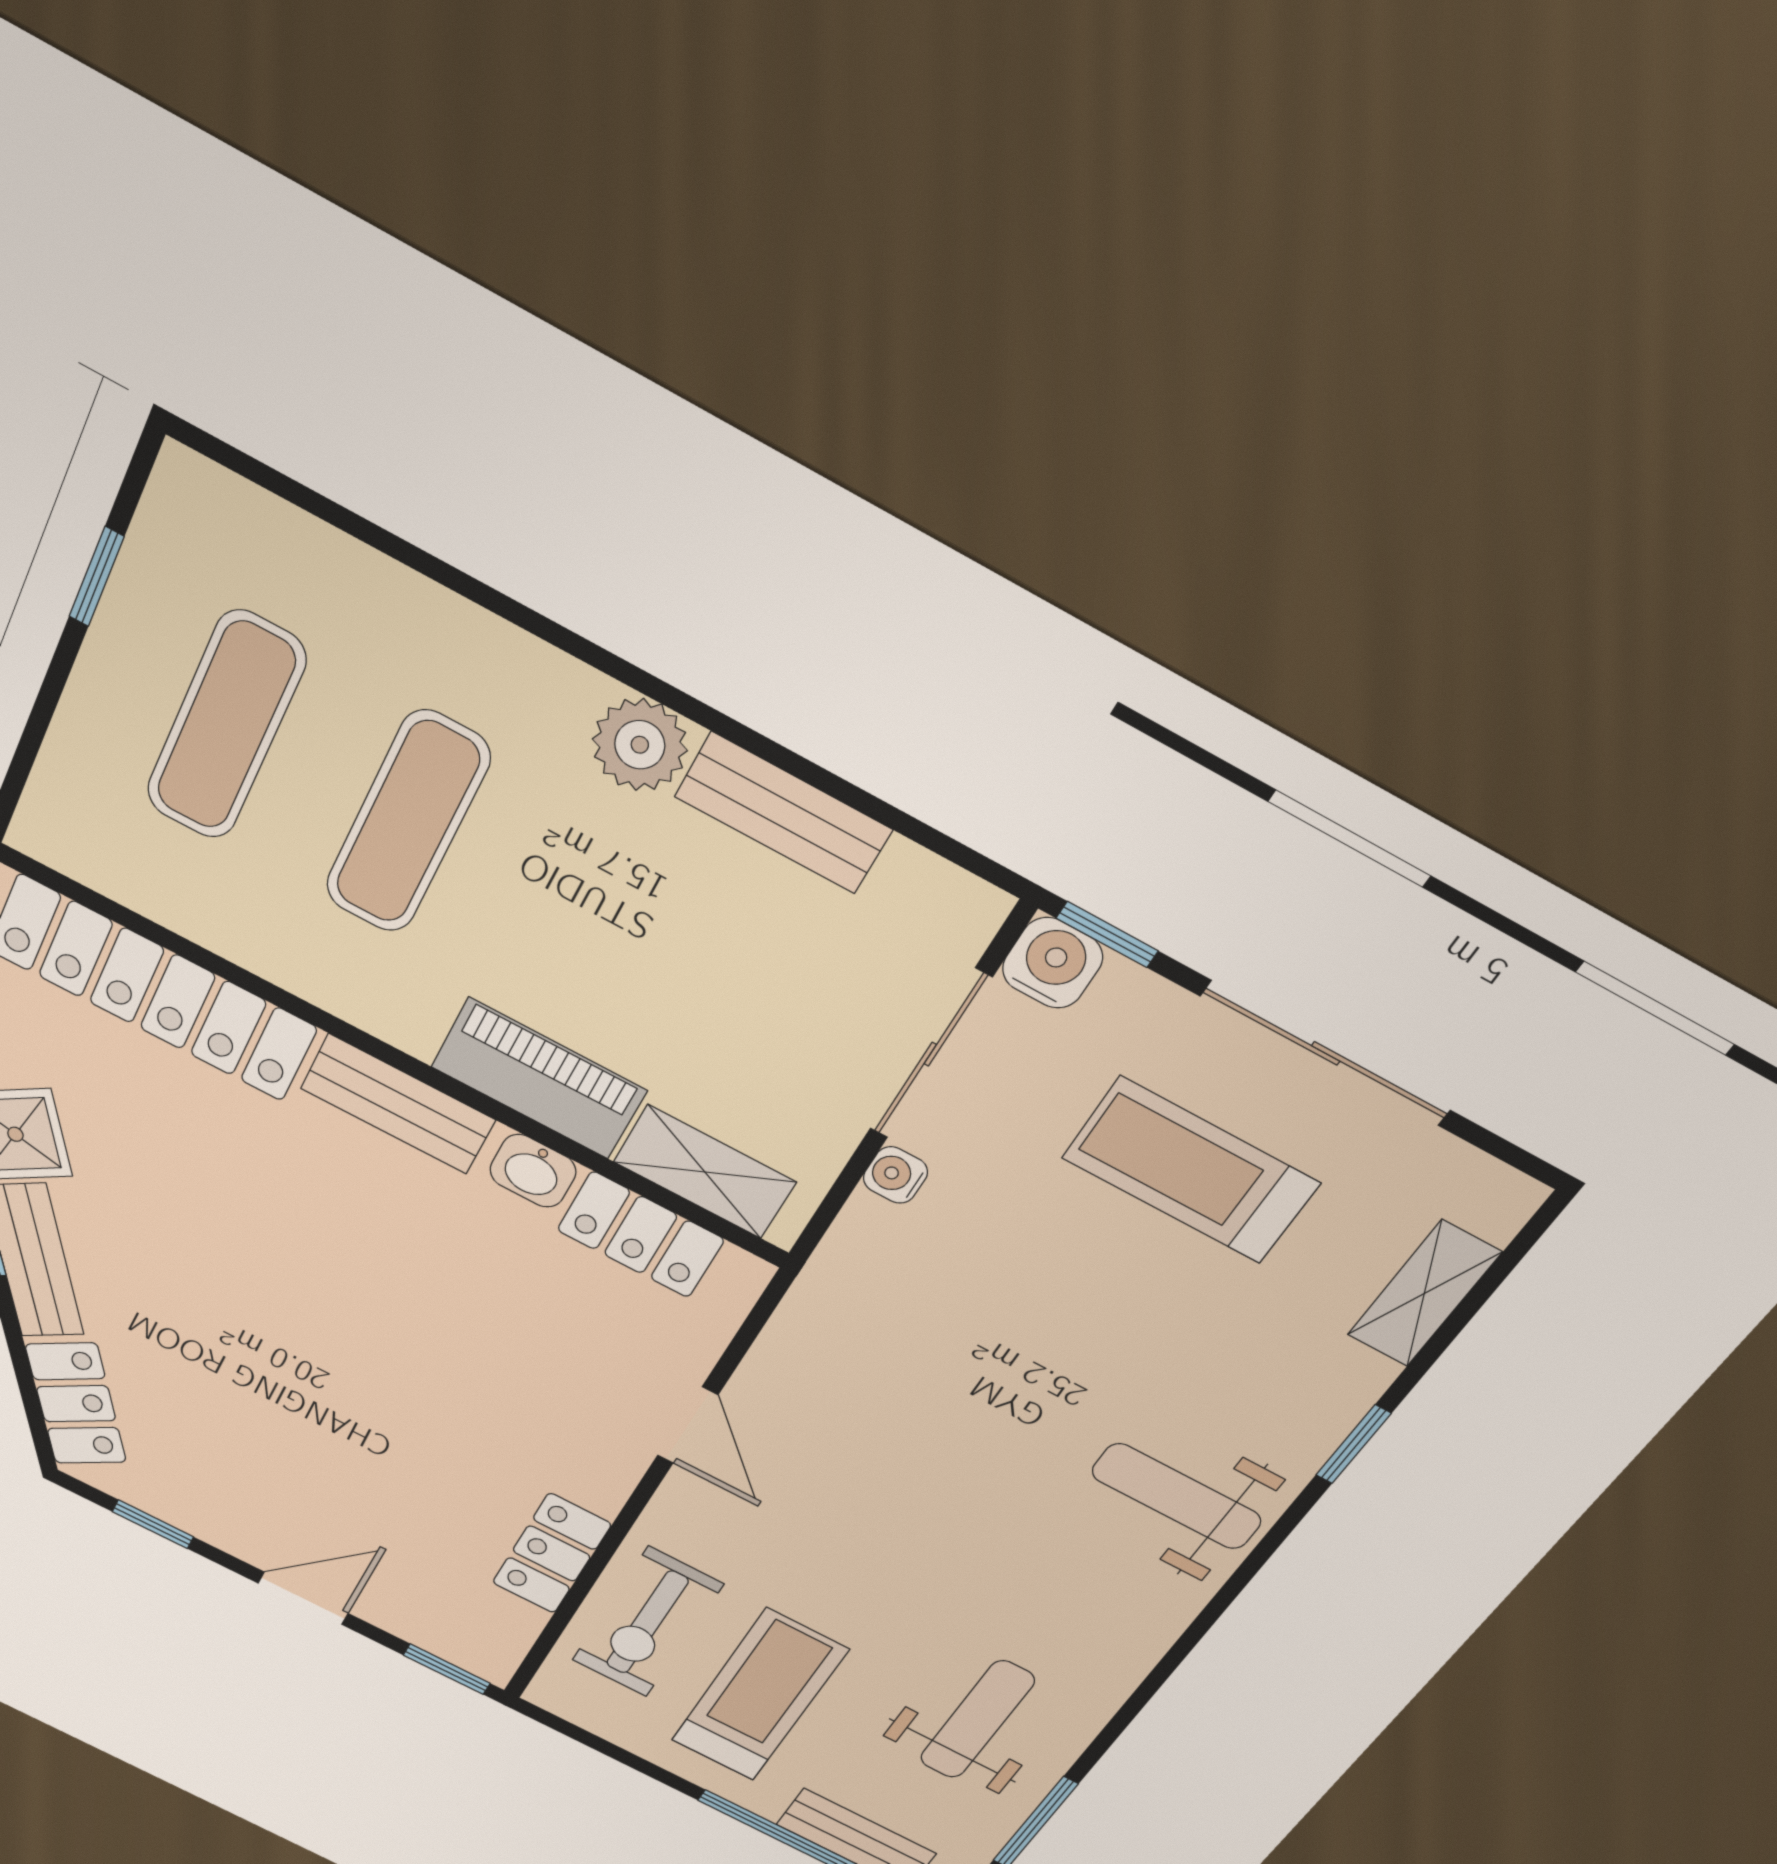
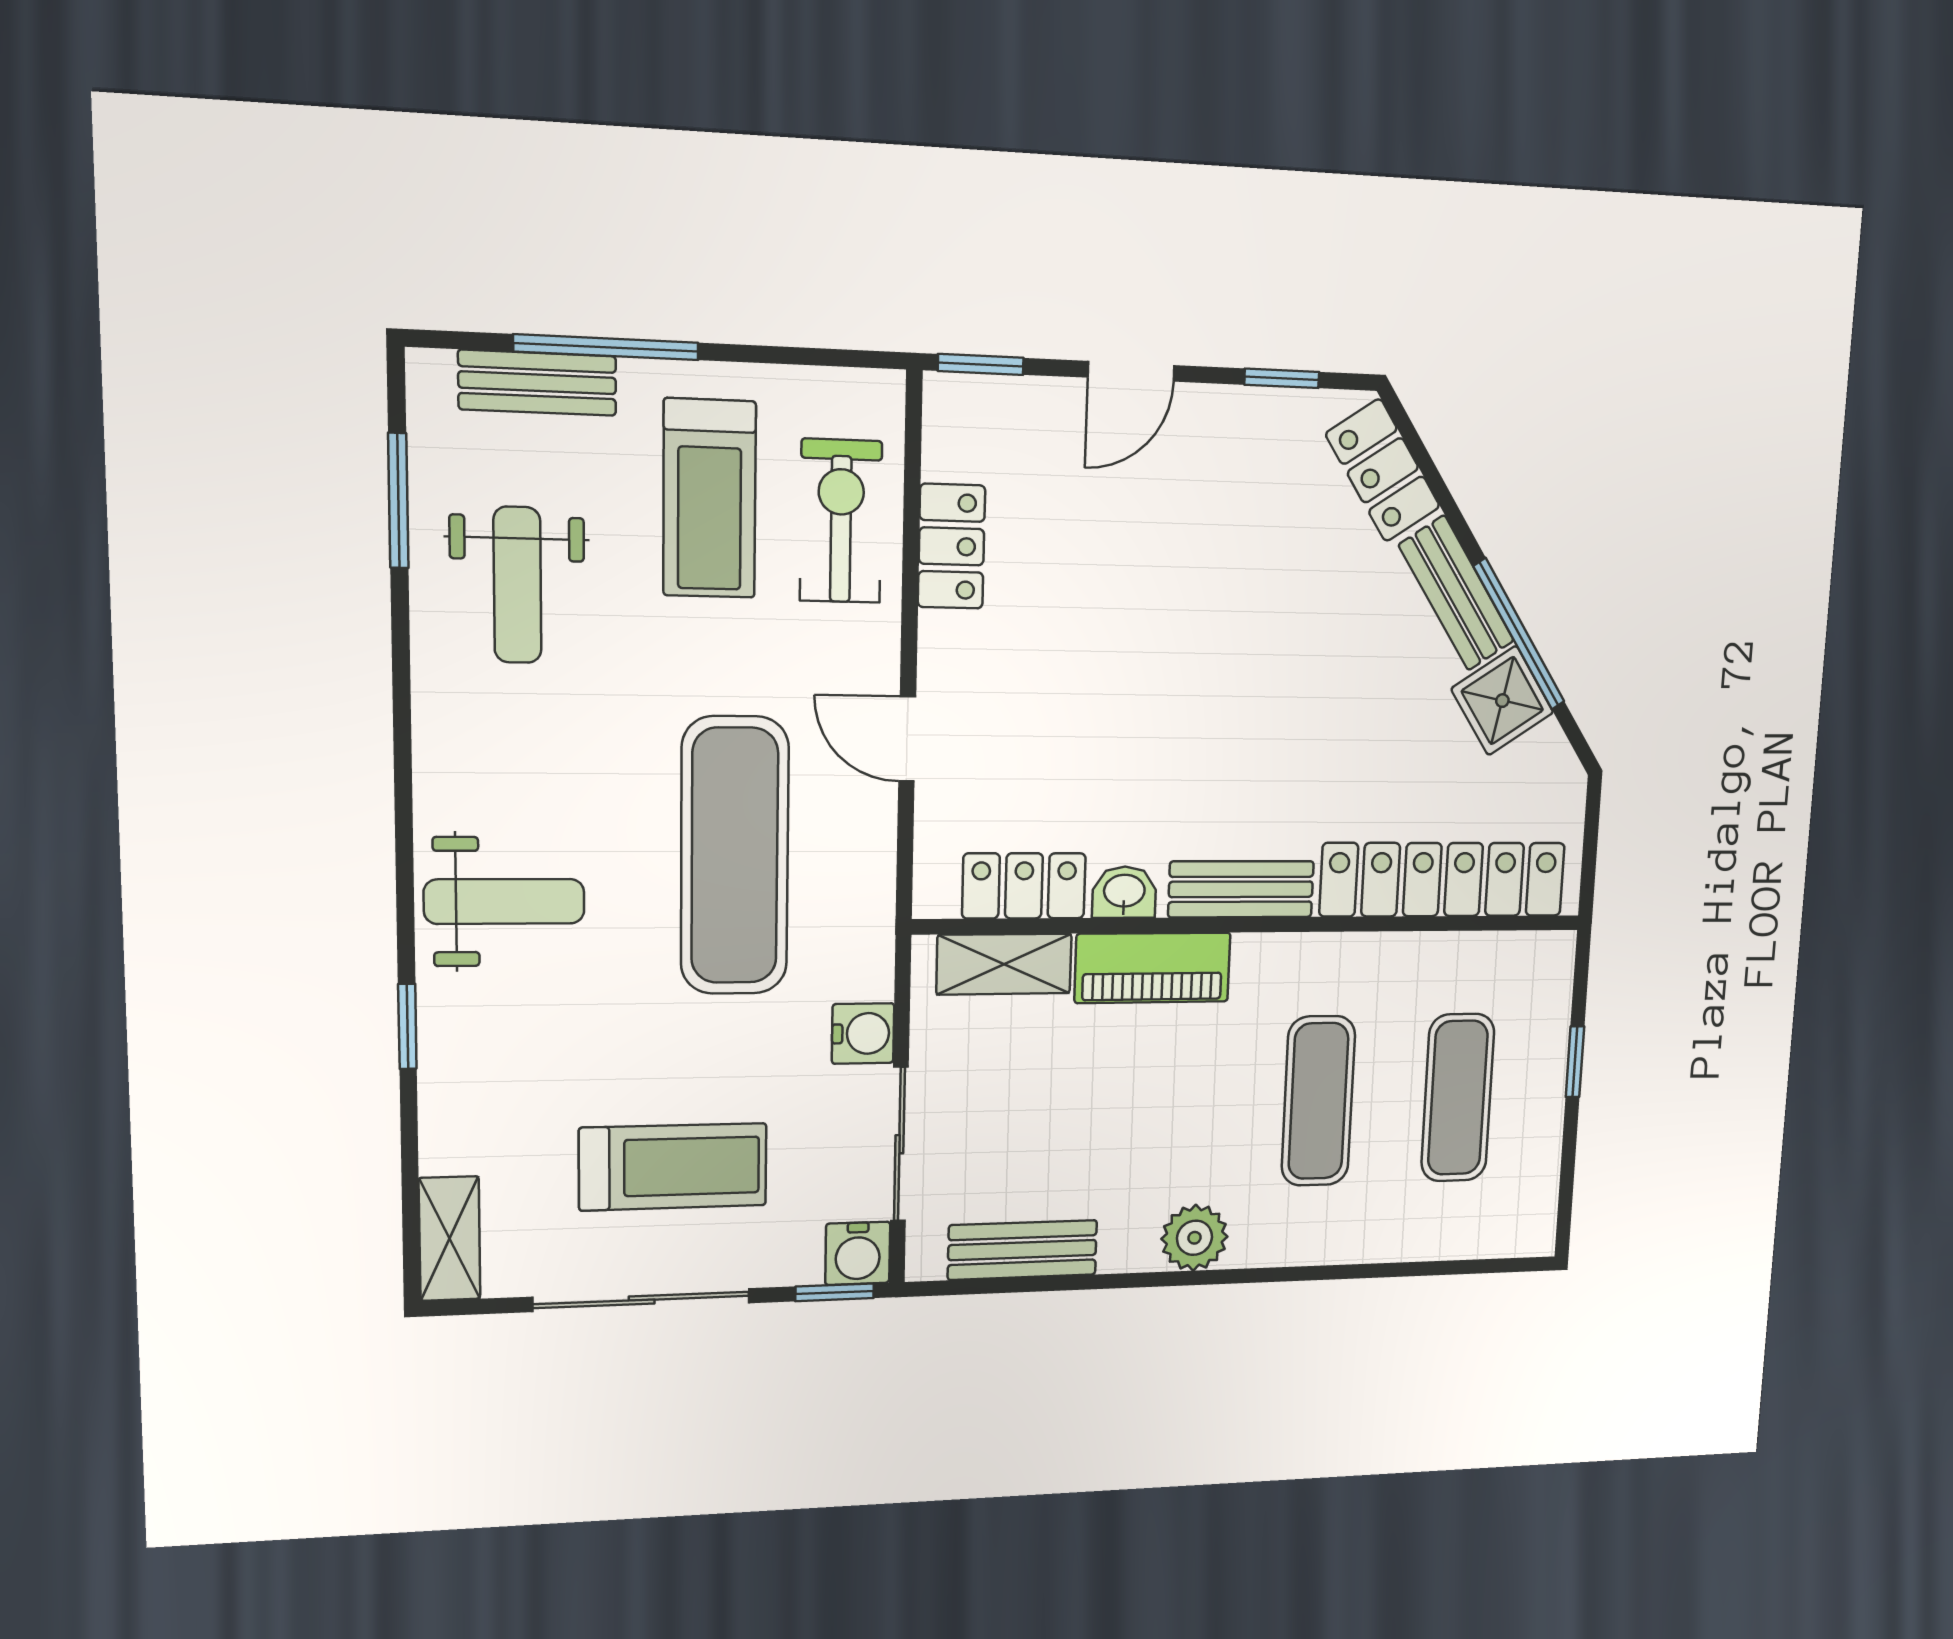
window: (97, 577) -> (1575, 1062), moved
bench: (784, 813) -> (1023, 1250), moved
water cooler: (895, 1175) -> (863, 1033), width x1.38, depth x1.38
shelving: (1424, 1294) -> (450, 1239), moved
exercise mat: (925, 1417) -> (735, 856), added

